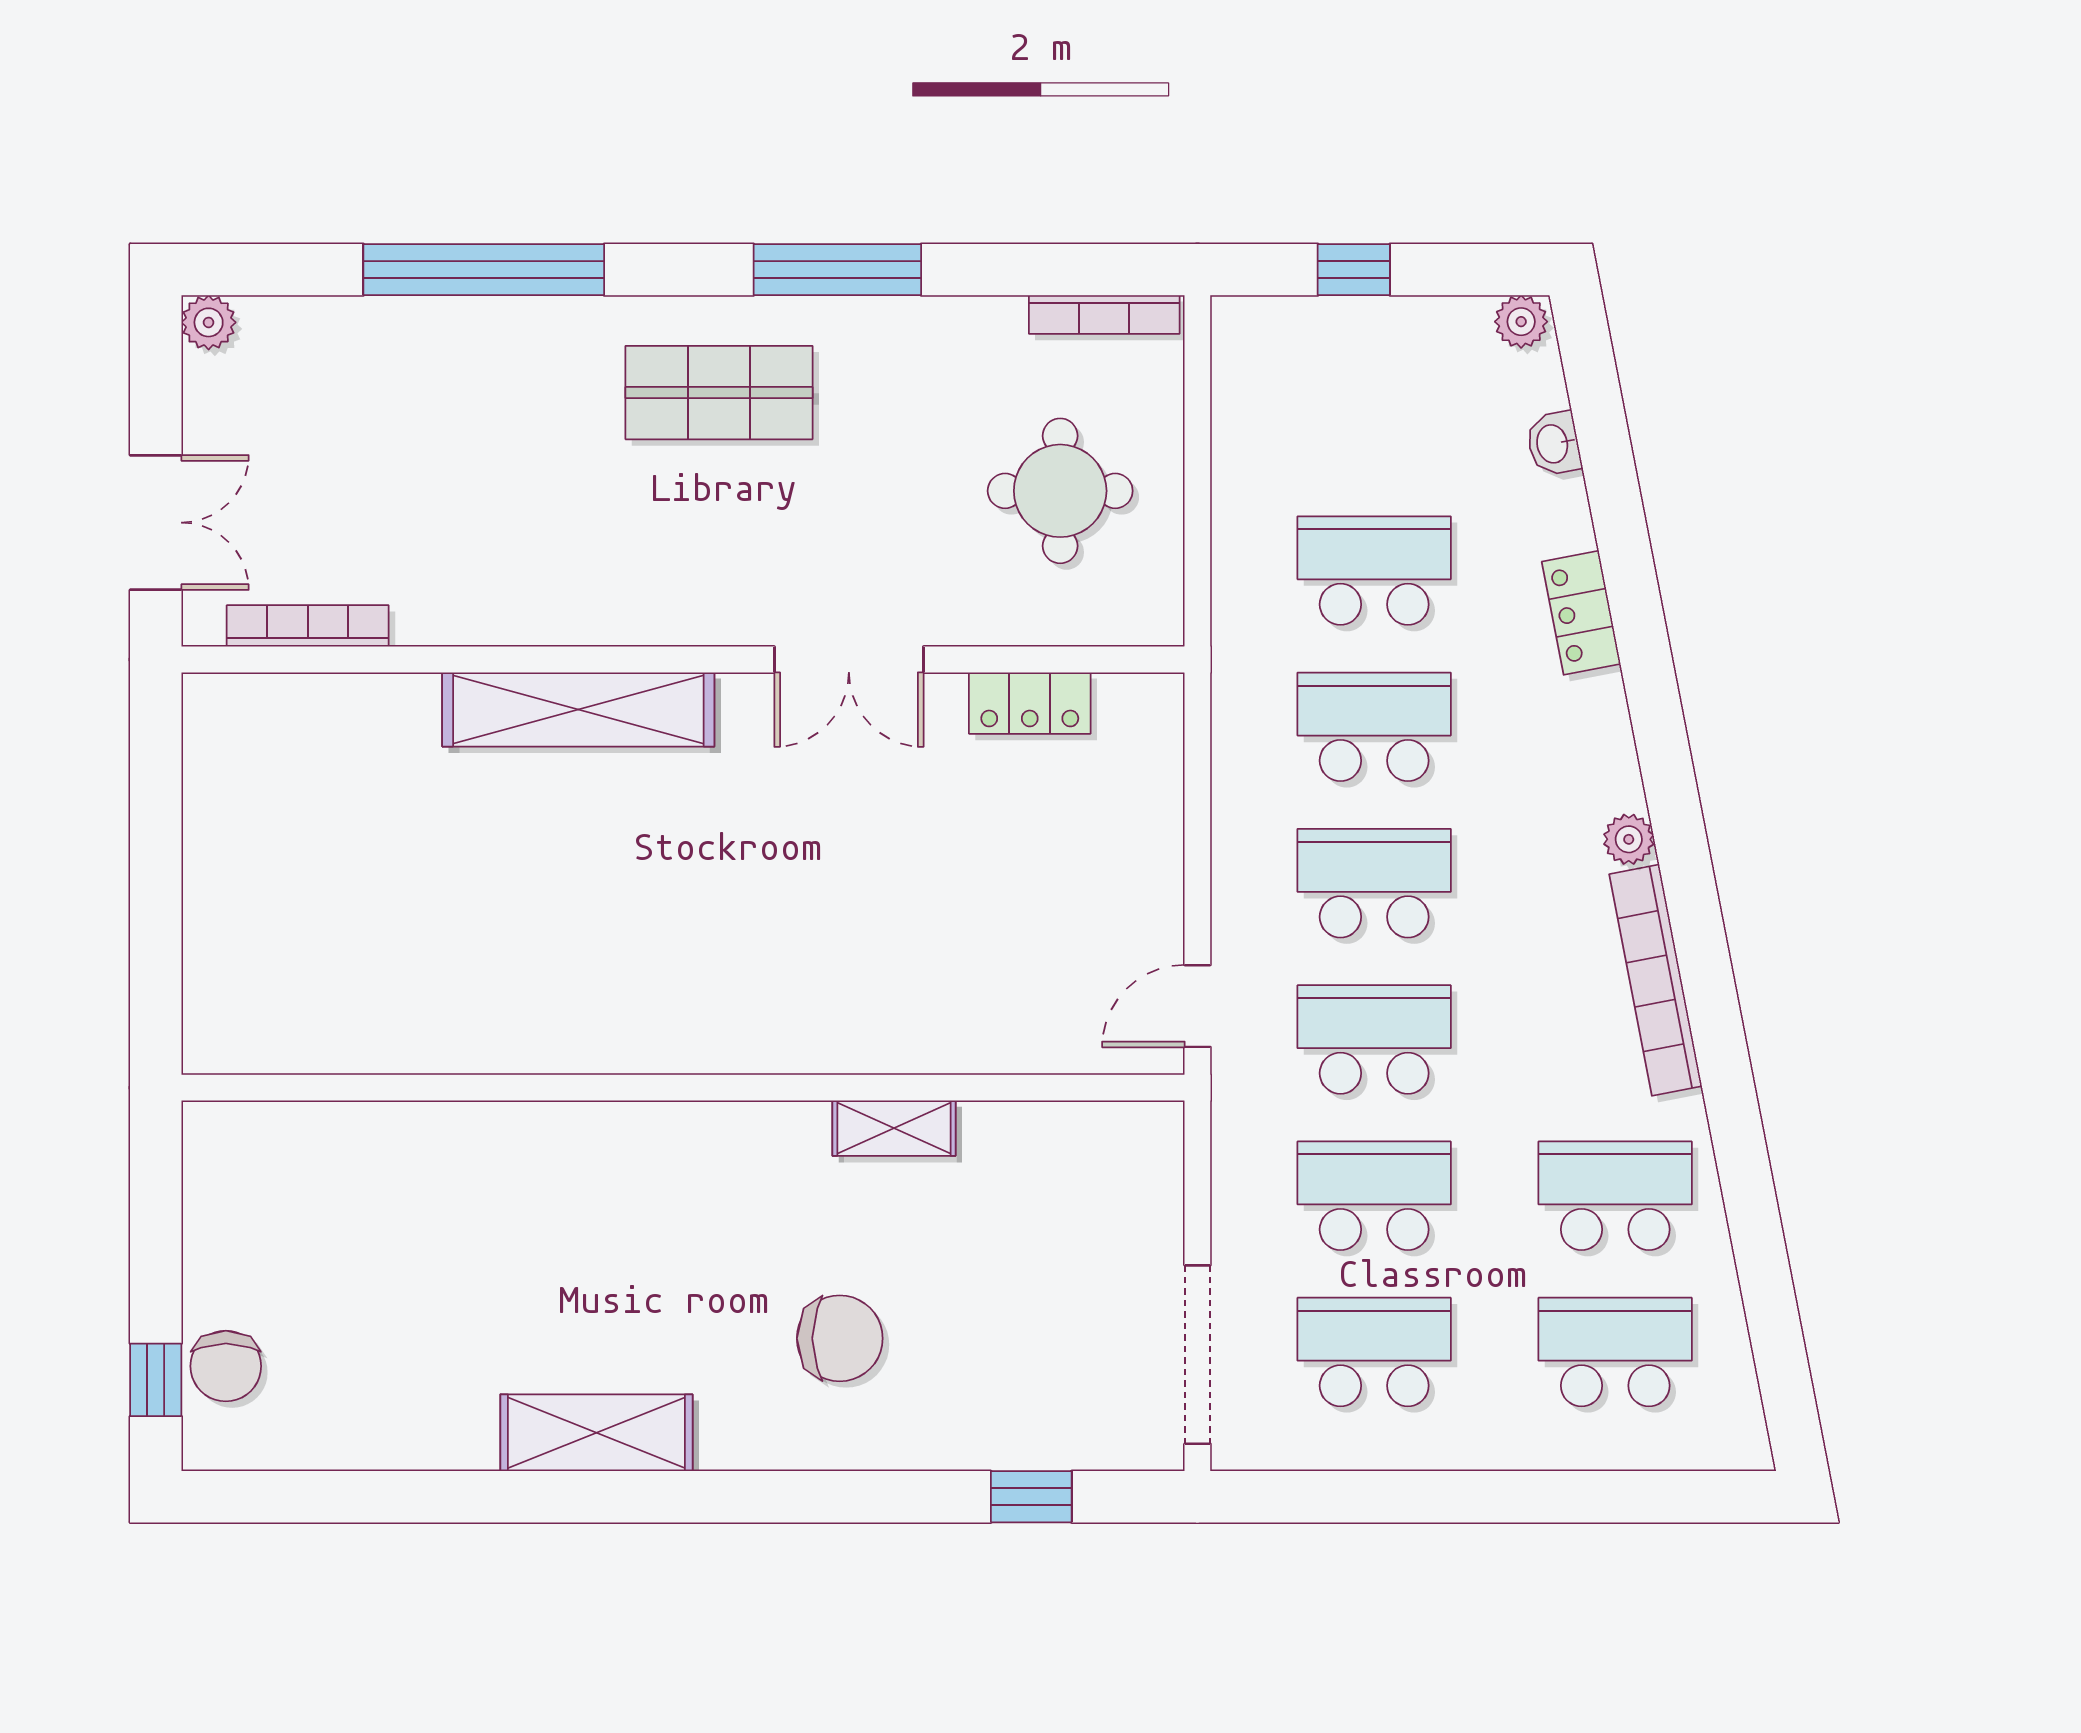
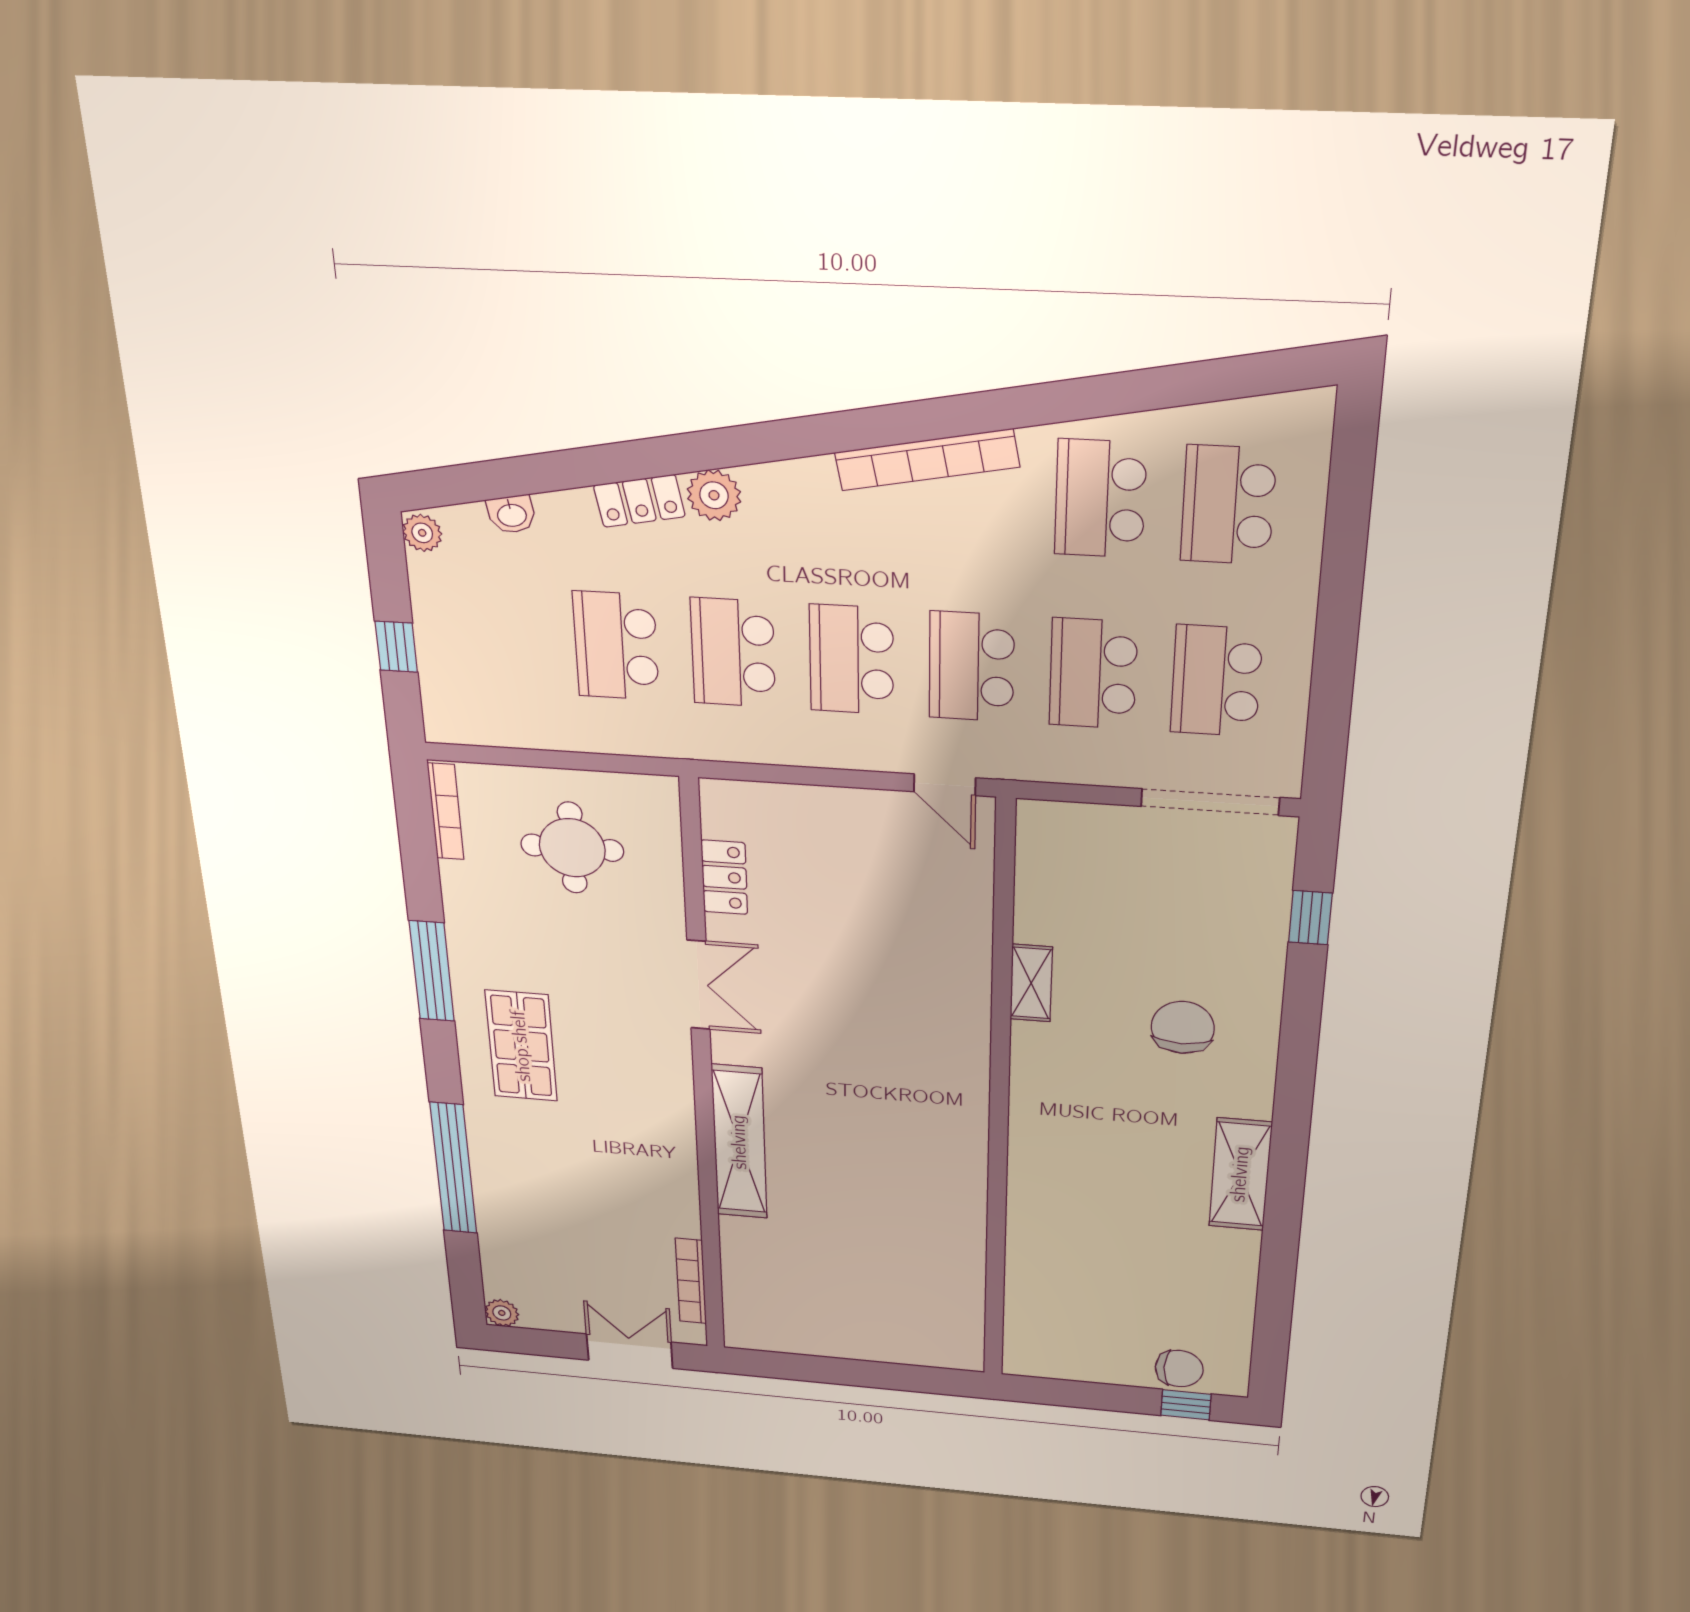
plant: (1629, 839) -> (714, 495), moved, width x1.38, depth x1.38

